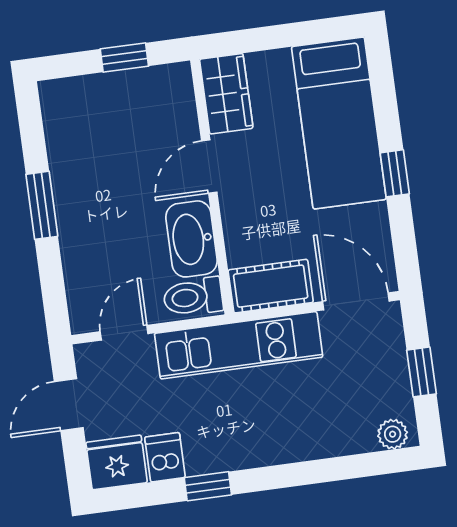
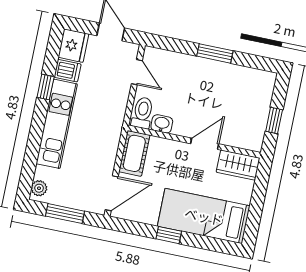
door: (209, 167) -> (205, 144), hinge flipped
washbasin: (191, 239) -> (162, 124), width x0.52, depth x0.69
kitchen unit: (239, 345) -> (57, 124), moved, turned 180
window: (422, 372) -> (65, 214), width x1.50

